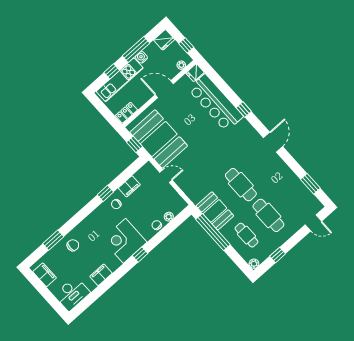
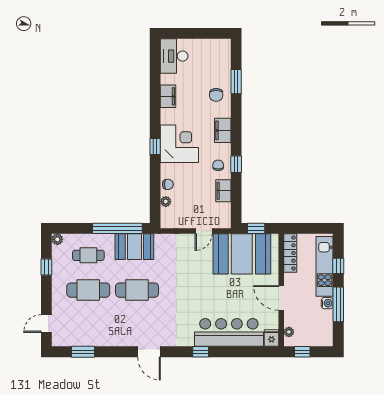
fridge: (164, 40) -> (325, 337), removed
door: (164, 89) -> (281, 298), swing flipped
locker: (126, 113) -> (290, 253), width x1.53
filing cabinet: (45, 275) -> (223, 130), moved, turned 90

